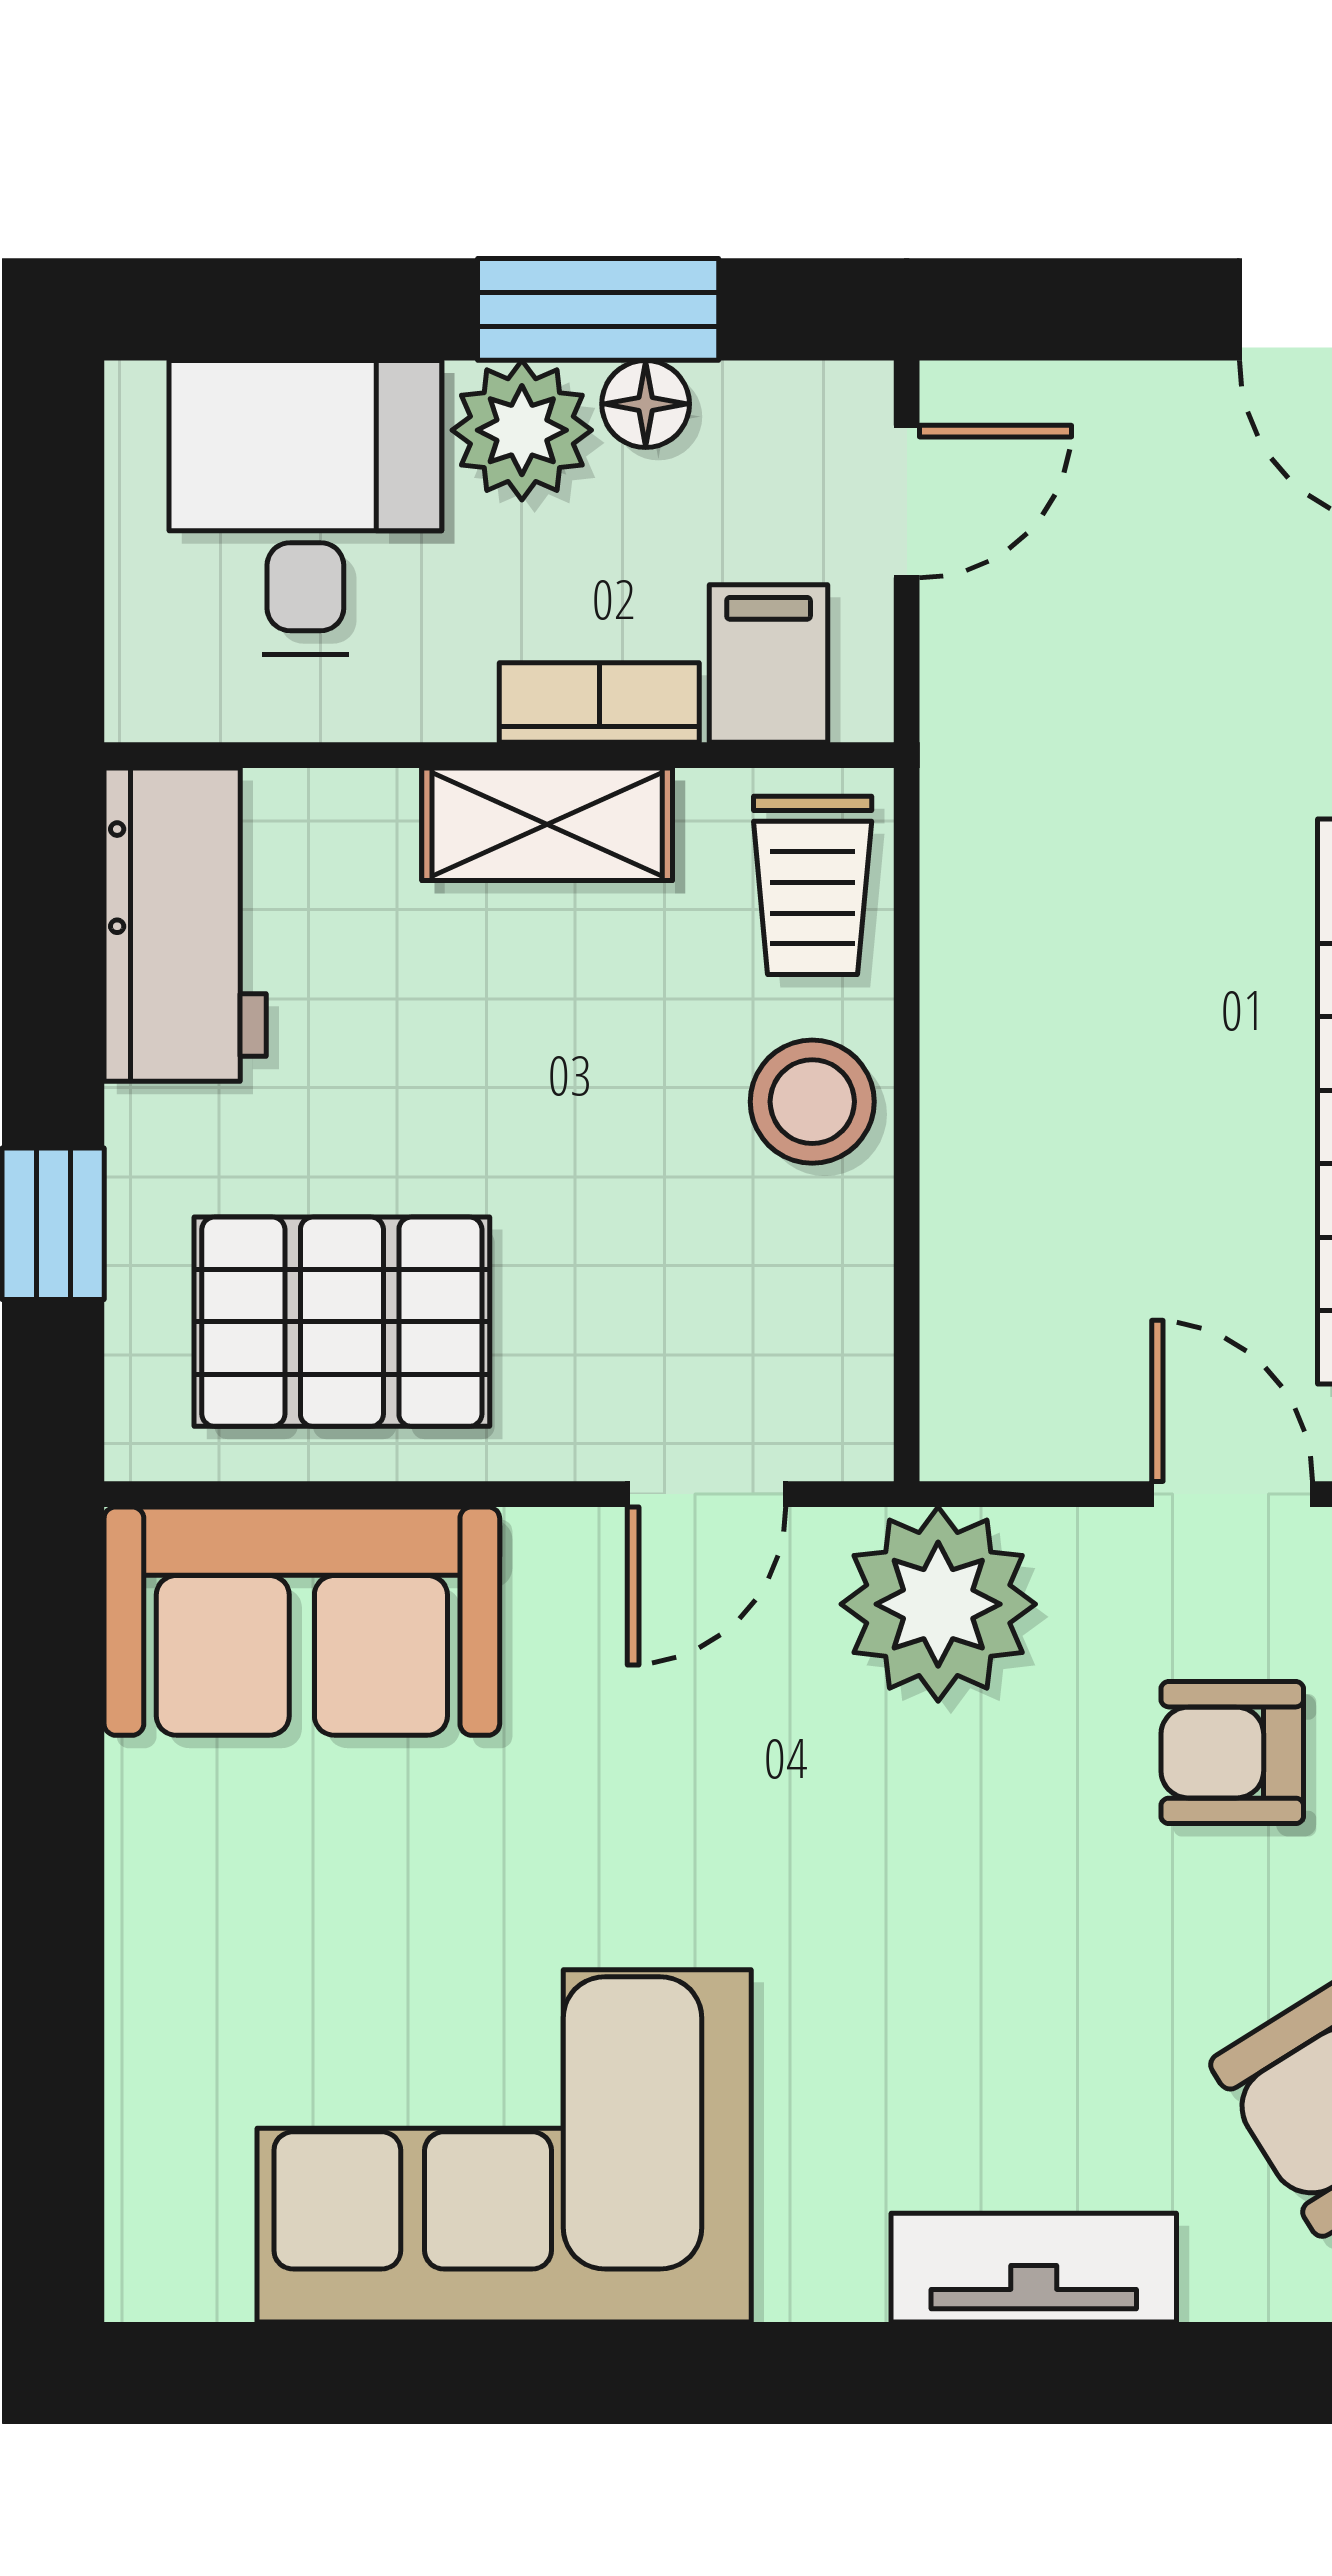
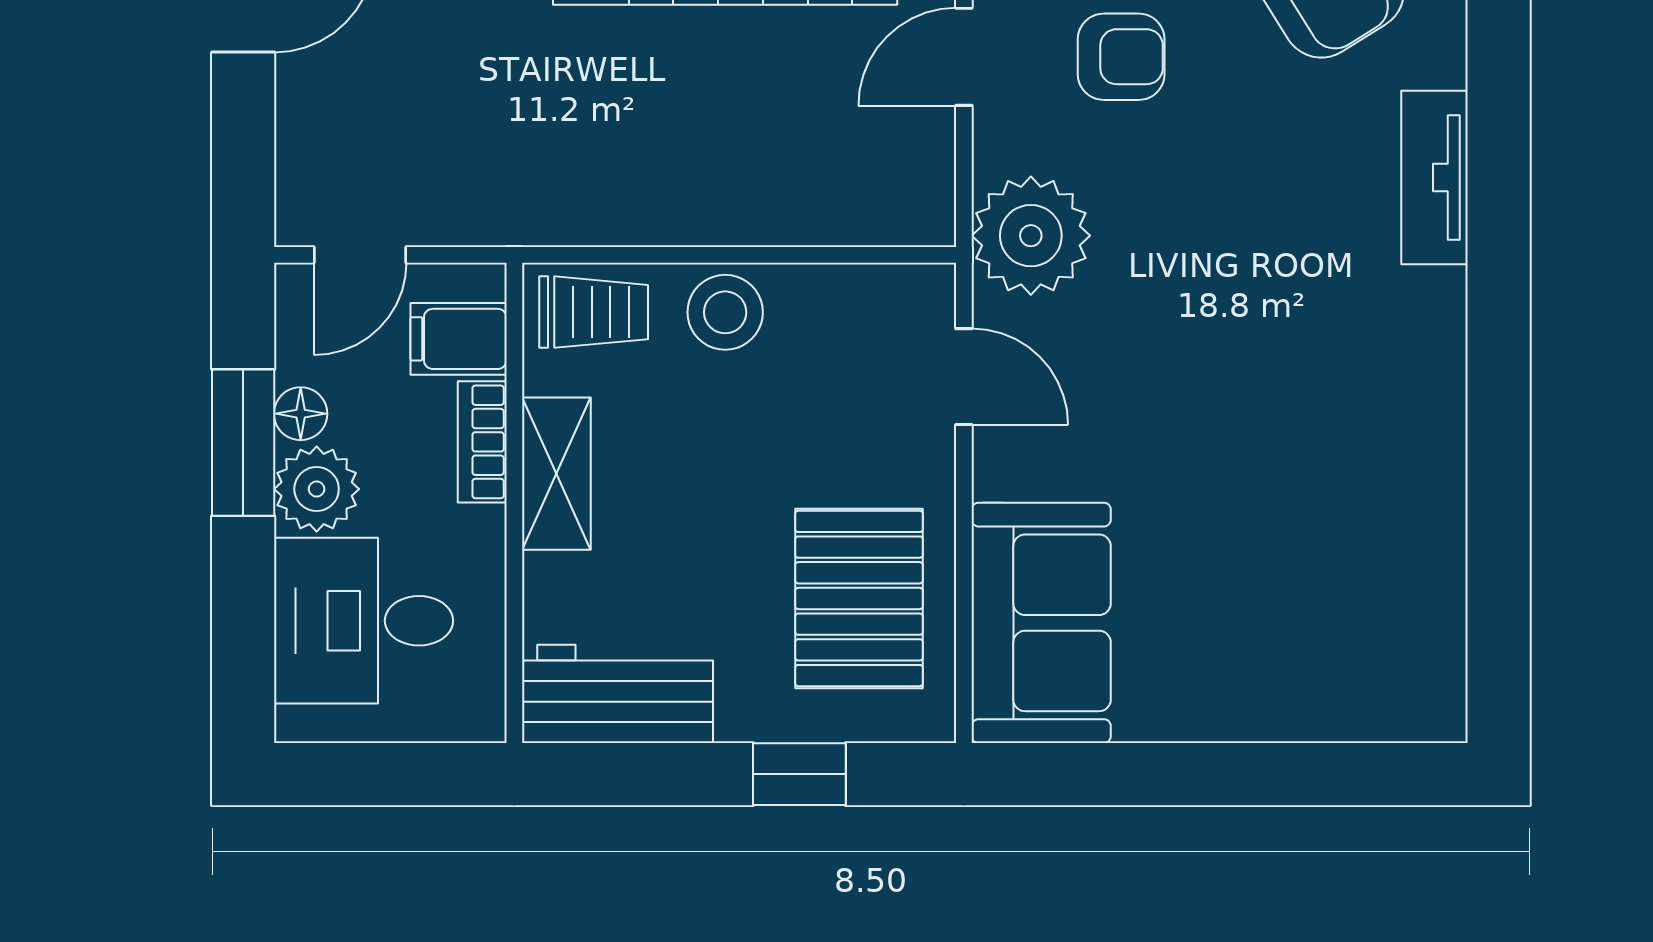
door: (907, 502) -> (360, 255), swing flipped
armchair: (1232, 1753) -> (1121, 57), turned -90
corner sofa: (504, 2146) -> (1360, 500), removed

